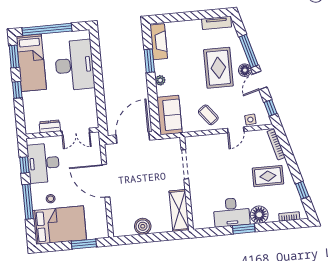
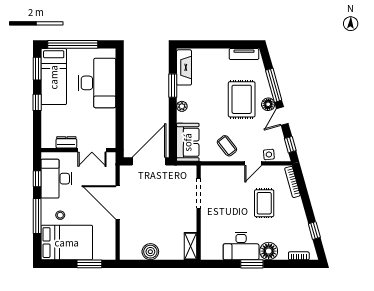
rug: (268, 176) -> (264, 203), moved, turned 90
shelving: (179, 211) -> (191, 246), width x0.67, depth x0.75

